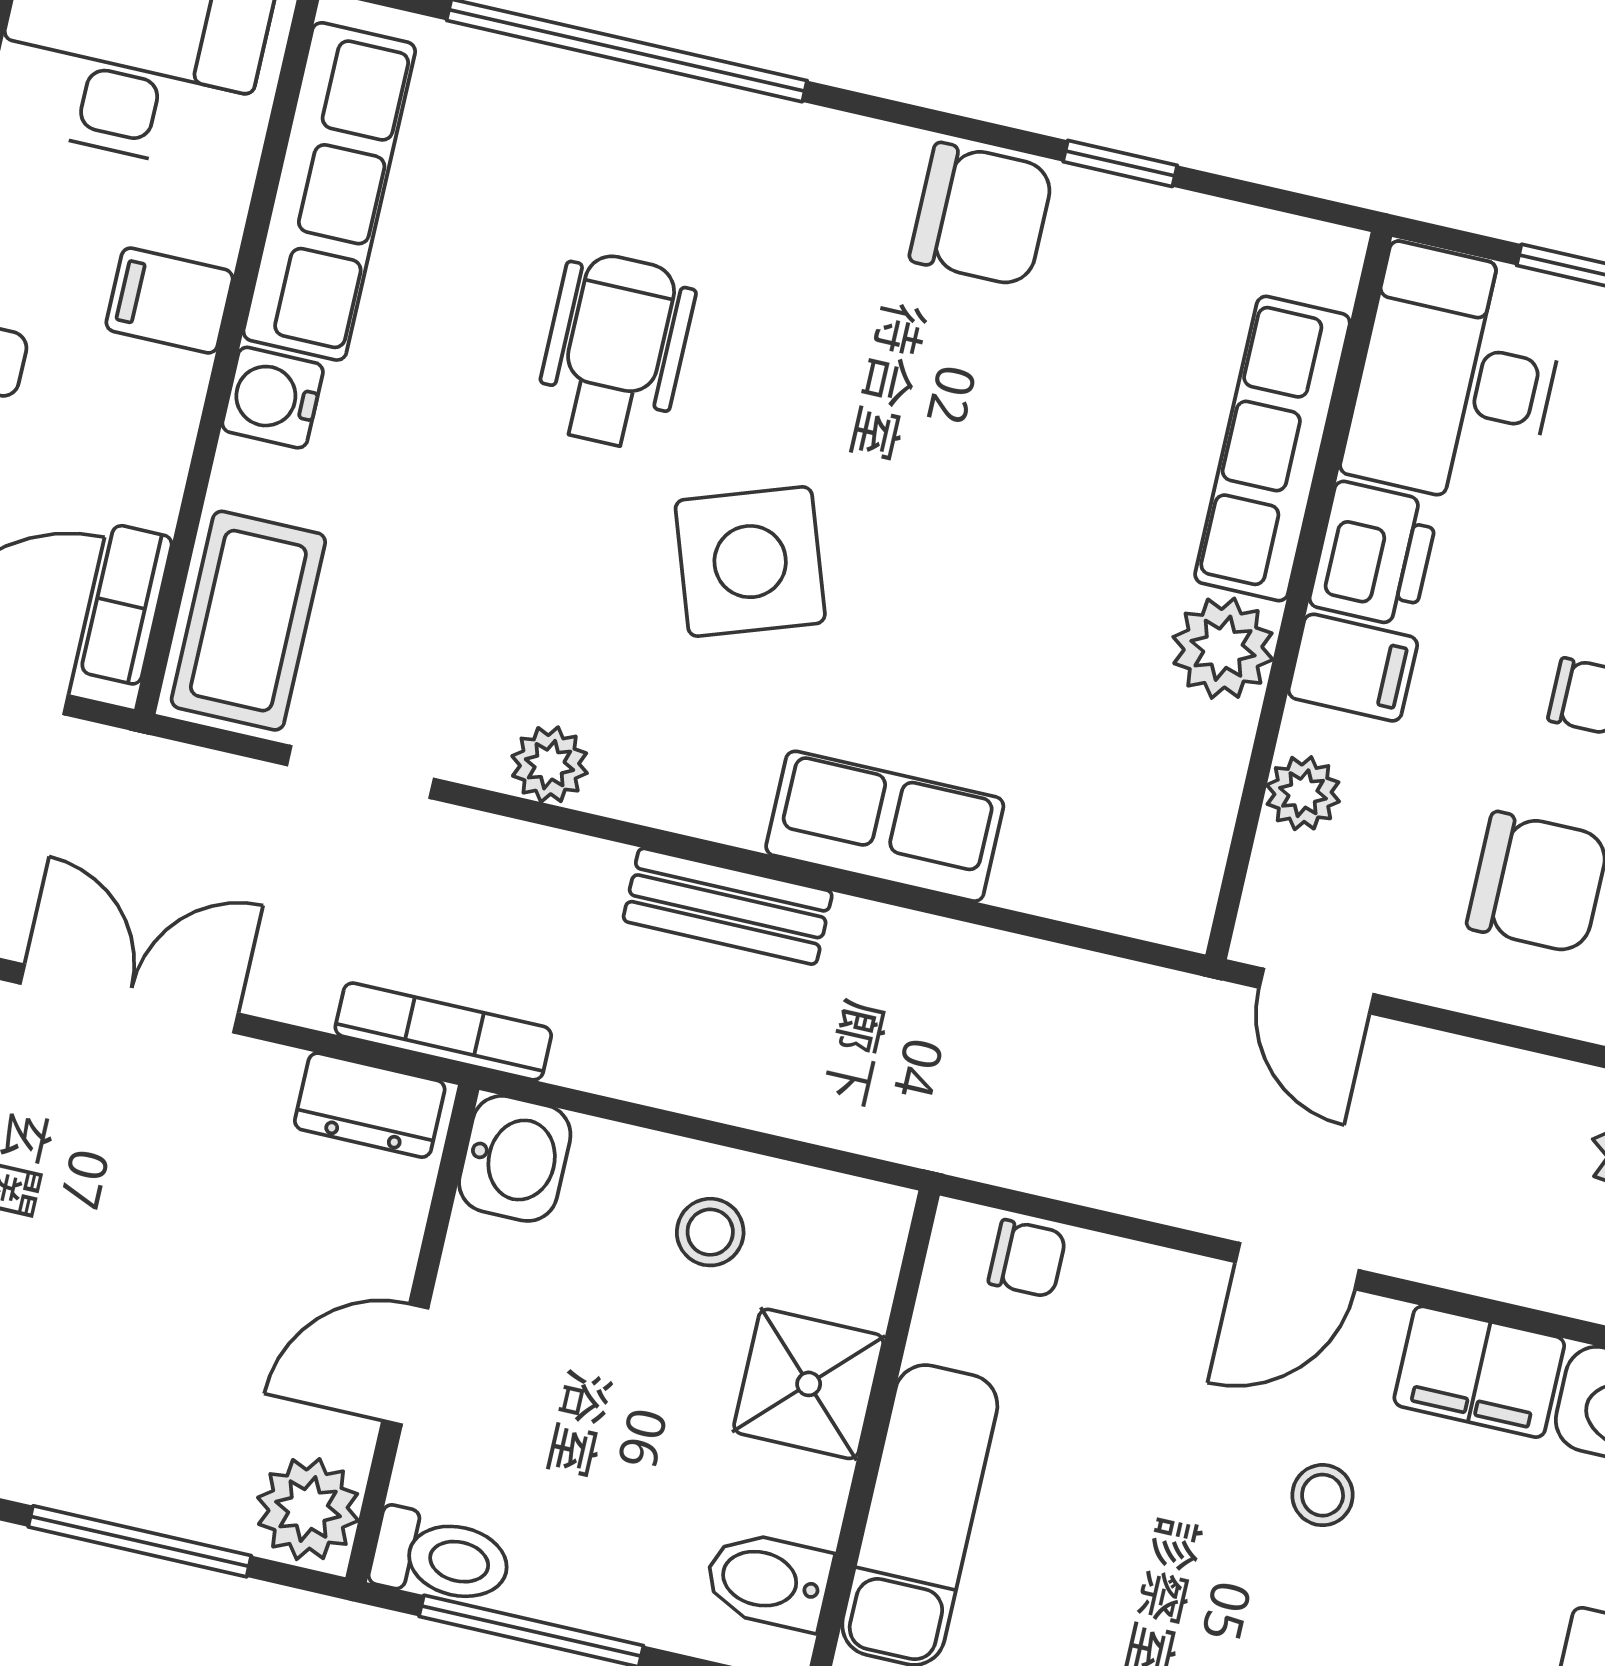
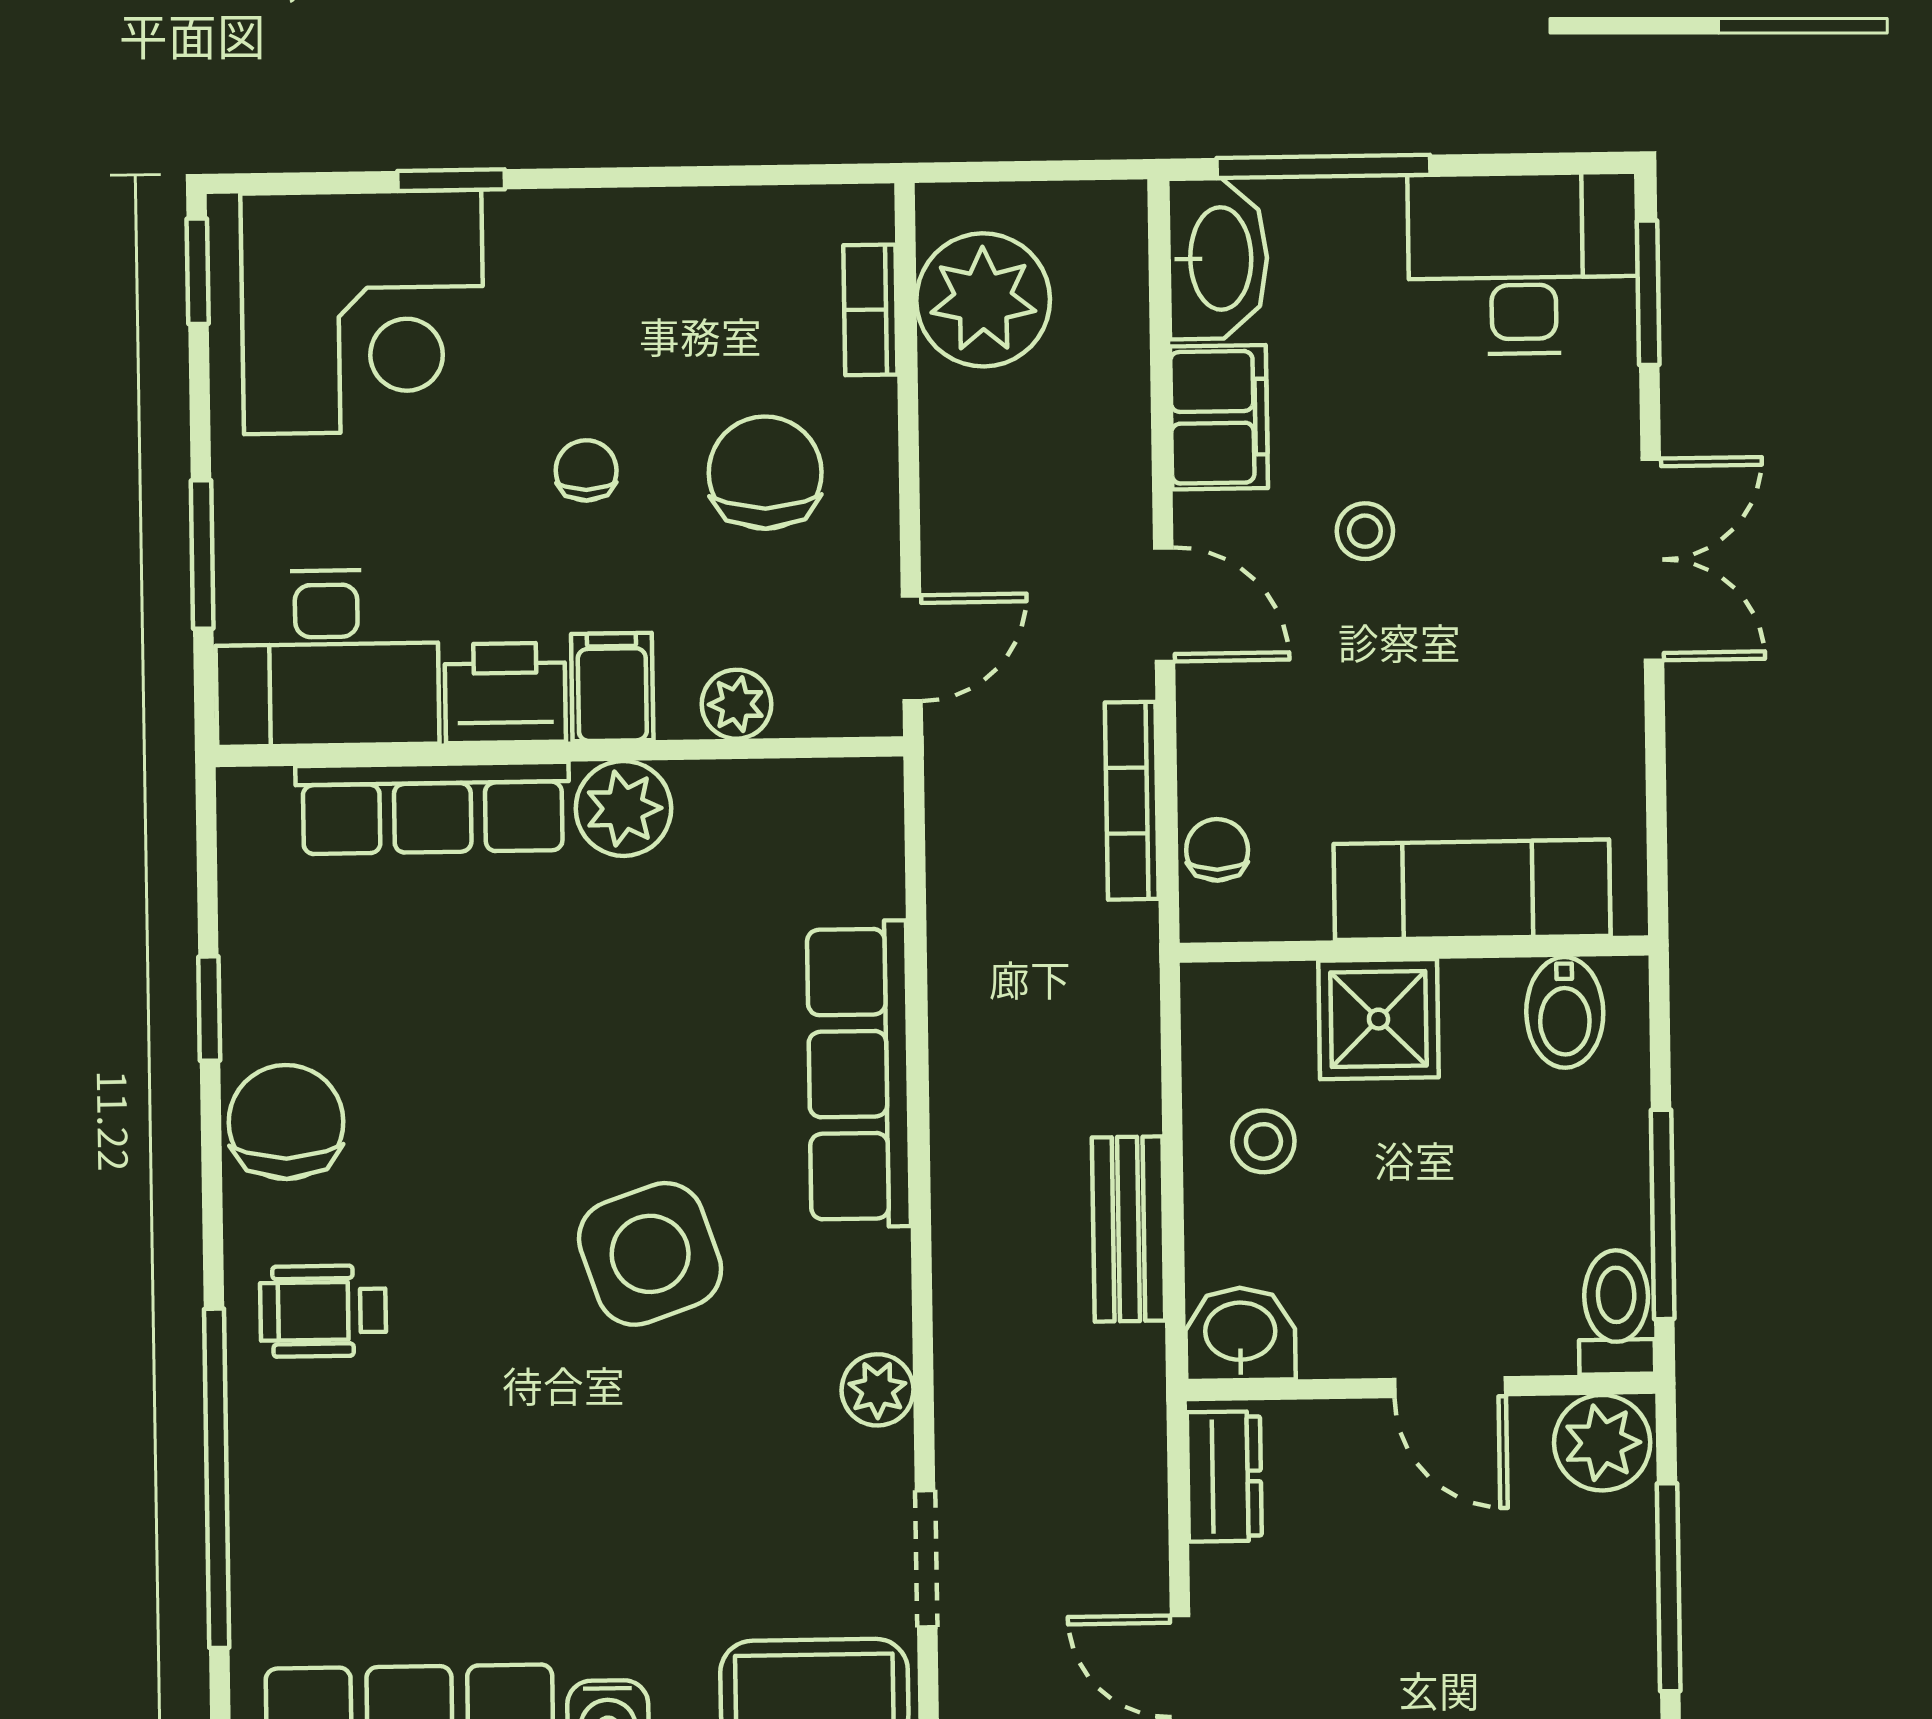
wheelchair: (615, 351) -> (323, 1311), moved, width x0.73, depth x0.73
row of seats: (885, 826) -> (859, 1074), width x1.48
bench: (728, 906) -> (1129, 1229), moved
bookcase: (443, 1031) -> (1132, 801), moved

